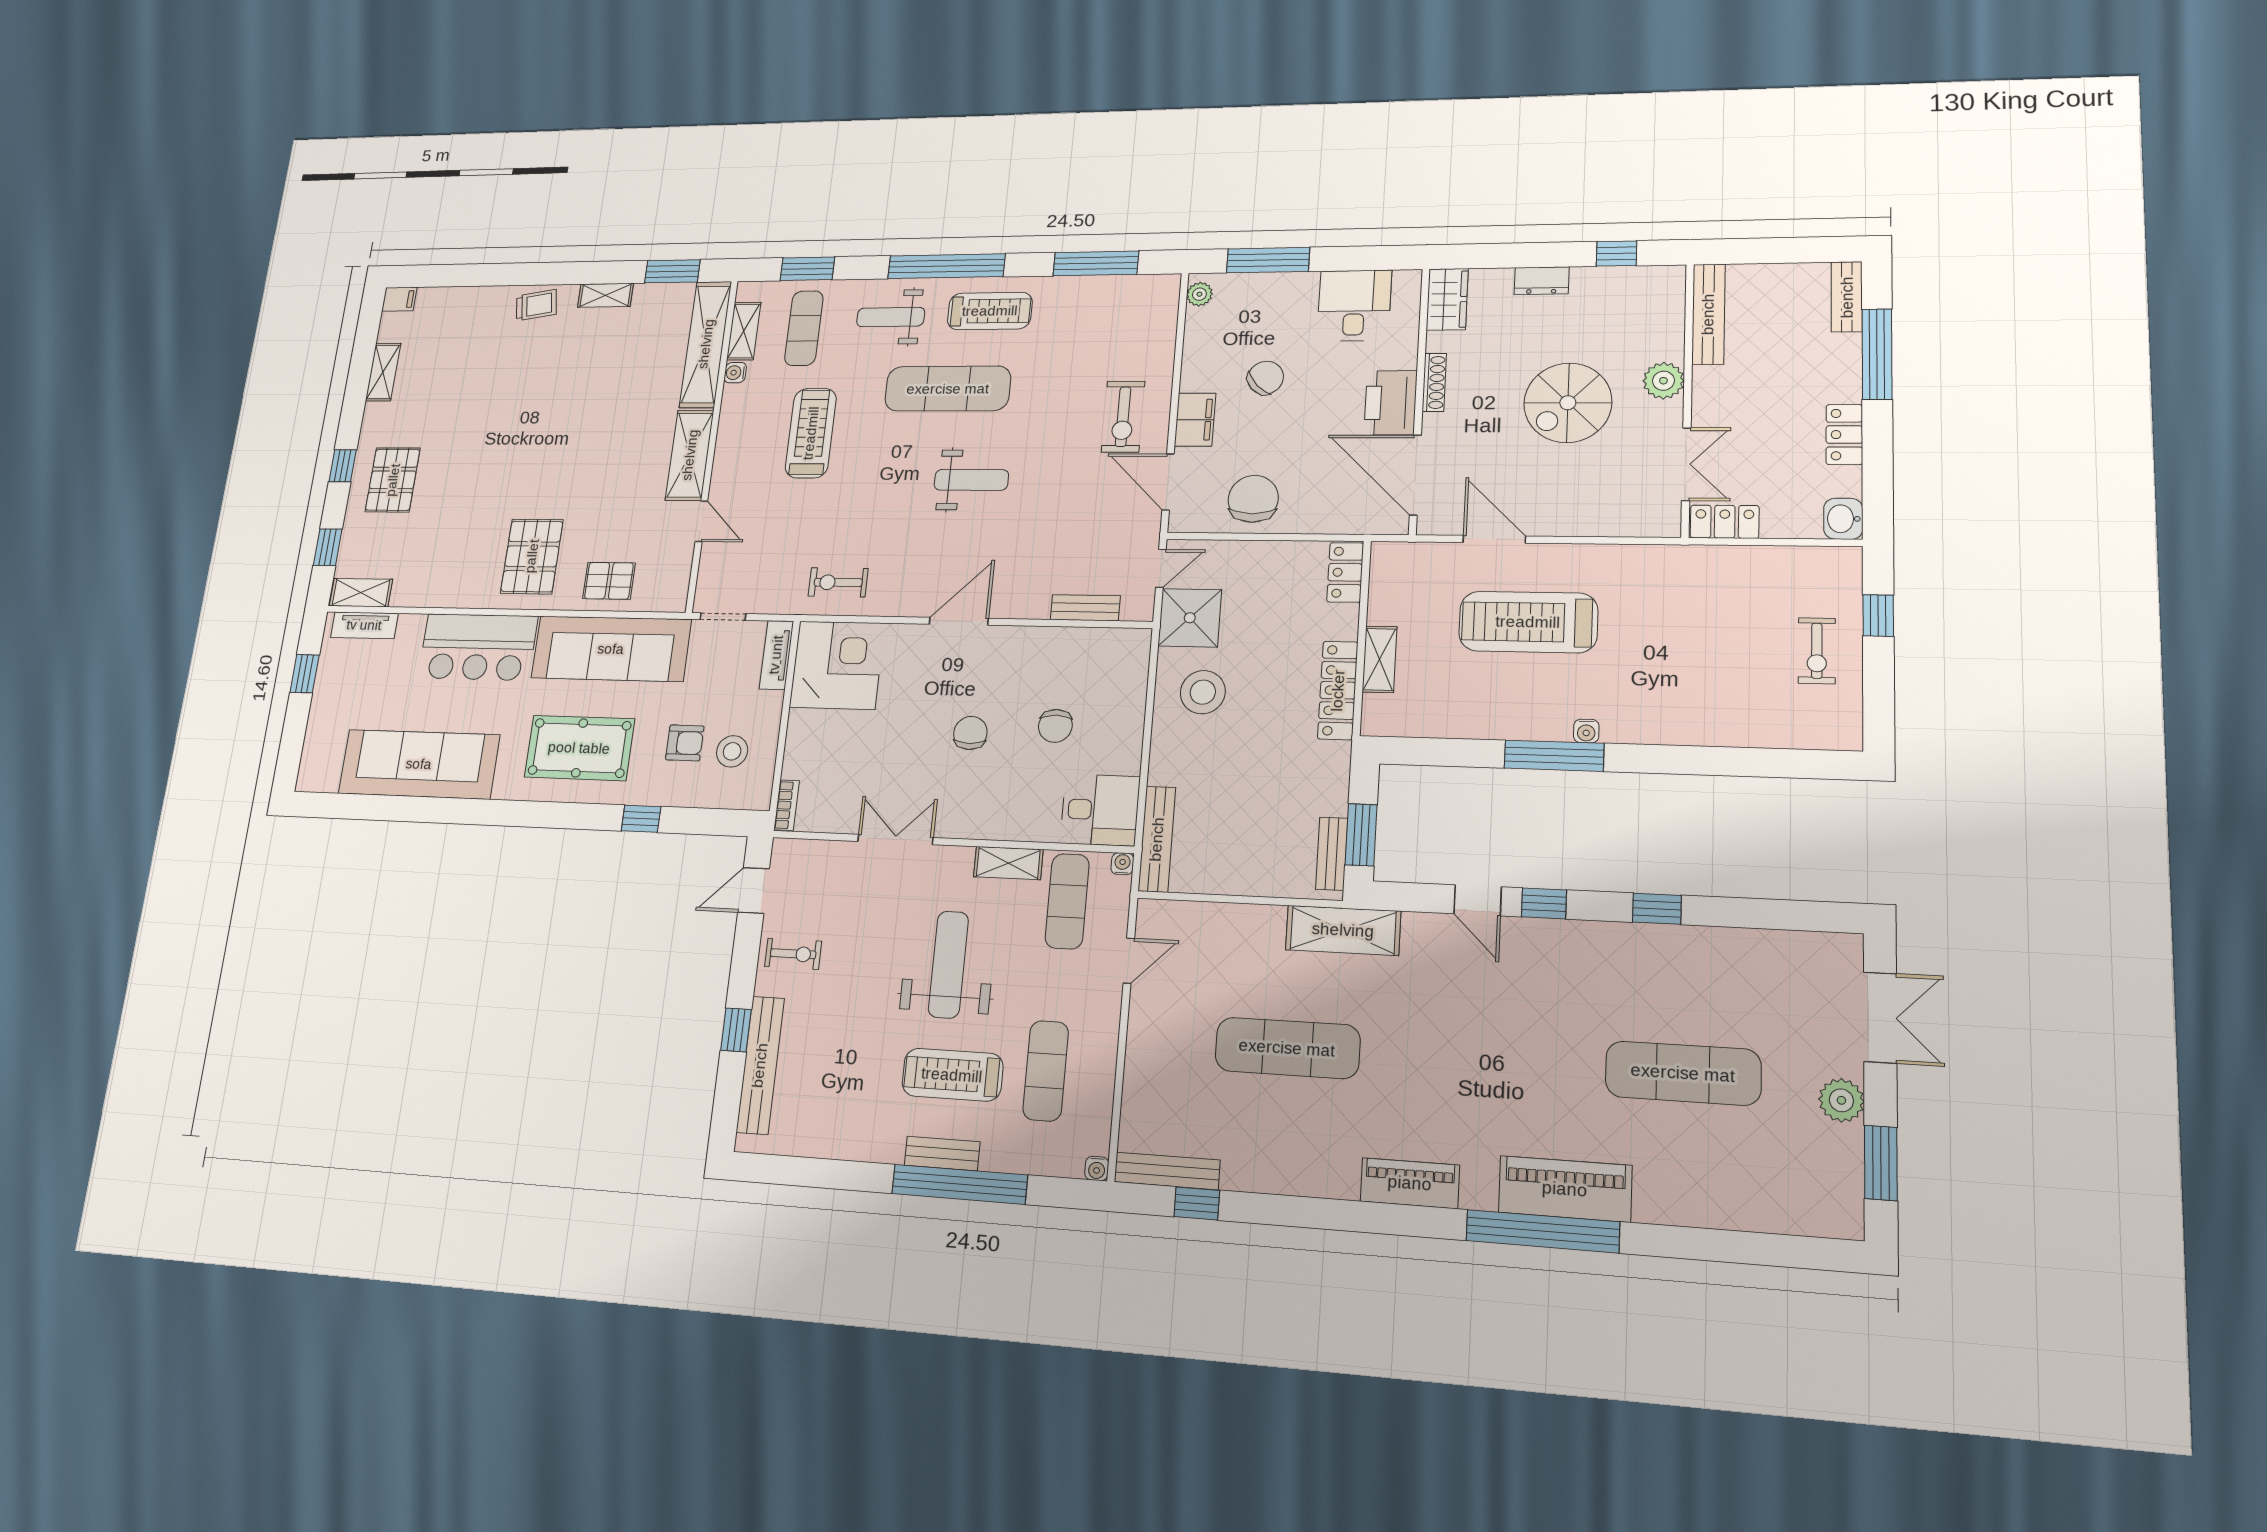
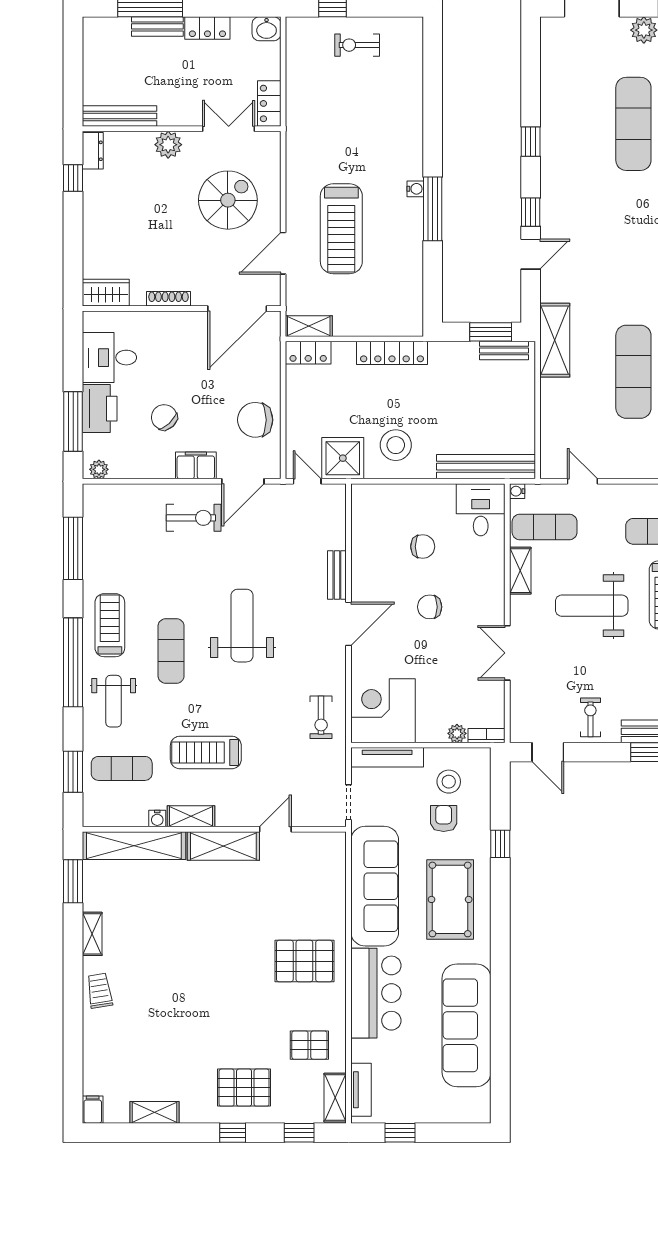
dresser: (1542, 281) -> (93, 151), moved
bench: (1847, 297) -> (157, 26), moved
shelving: (744, 331) -> (191, 816), moved
exercise mat: (948, 389) -> (171, 651), width x0.73, depth x0.69
printer: (1391, 403) -> (100, 409), moved, turned -90
spiral stairs: (1568, 403) -> (228, 200), moved, turned -90
weight bench: (971, 480) -> (242, 626), width x1.36, depth x1.33
pallet: (609, 581) -> (309, 1045), moved, turned 90
bench: (1085, 608) -> (337, 575), moved
door: (959, 621) -> (349, 624), swing flipped
exercise bike: (1817, 651) -> (357, 45), turned 180
tv unit: (776, 655) -> (387, 757), width x1.41
shelving: (1380, 659) -> (309, 326), moved
plant: (794, 765) -> (457, 733), added
bench: (1157, 839) -> (486, 467), width x1.37, depth x1.21

